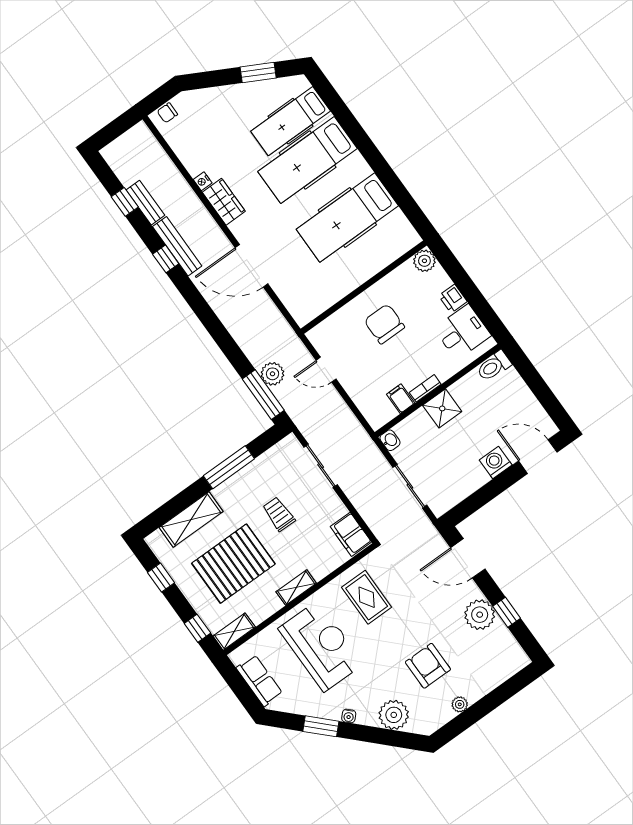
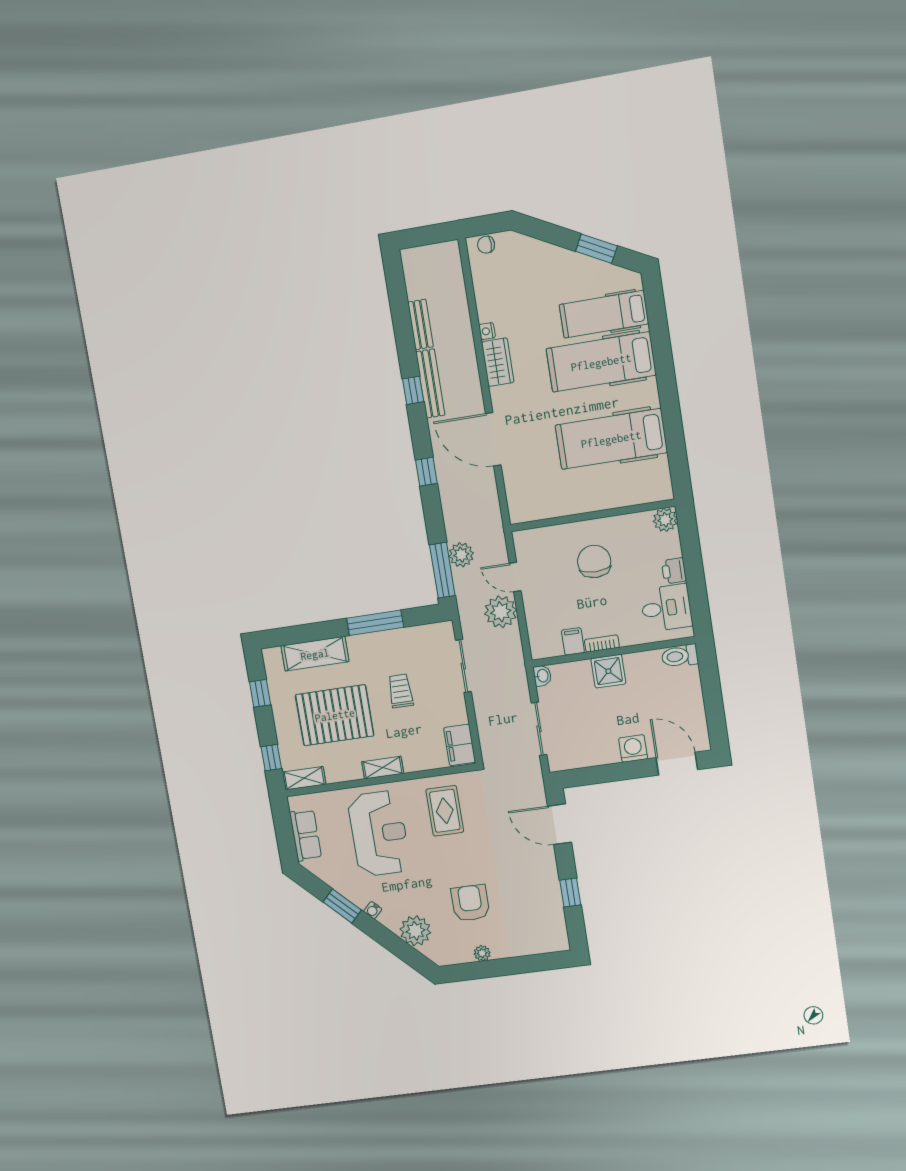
window: (125, 202) -> (426, 472), moved
plant: (480, 615) -> (501, 612), moved

